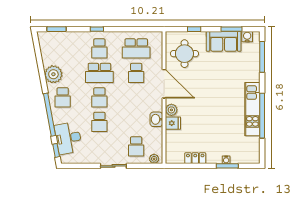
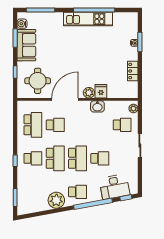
school desk: (99, 97) -> (77, 158), width x1.85

